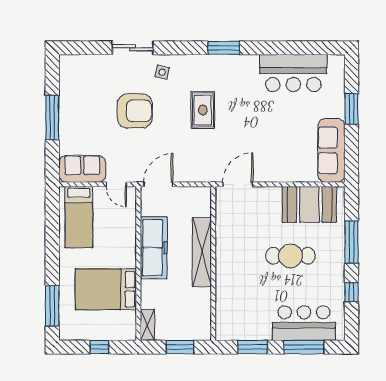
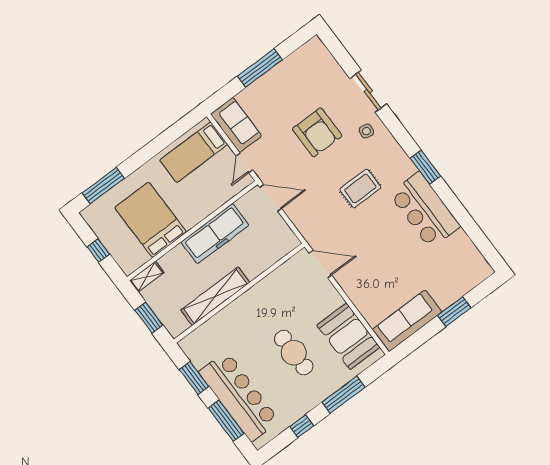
bar counter: (293, 73) -> (425, 210), moved
shelving: (202, 252) -> (215, 296), moved
bar counter: (304, 323) -> (239, 396), width x1.36

